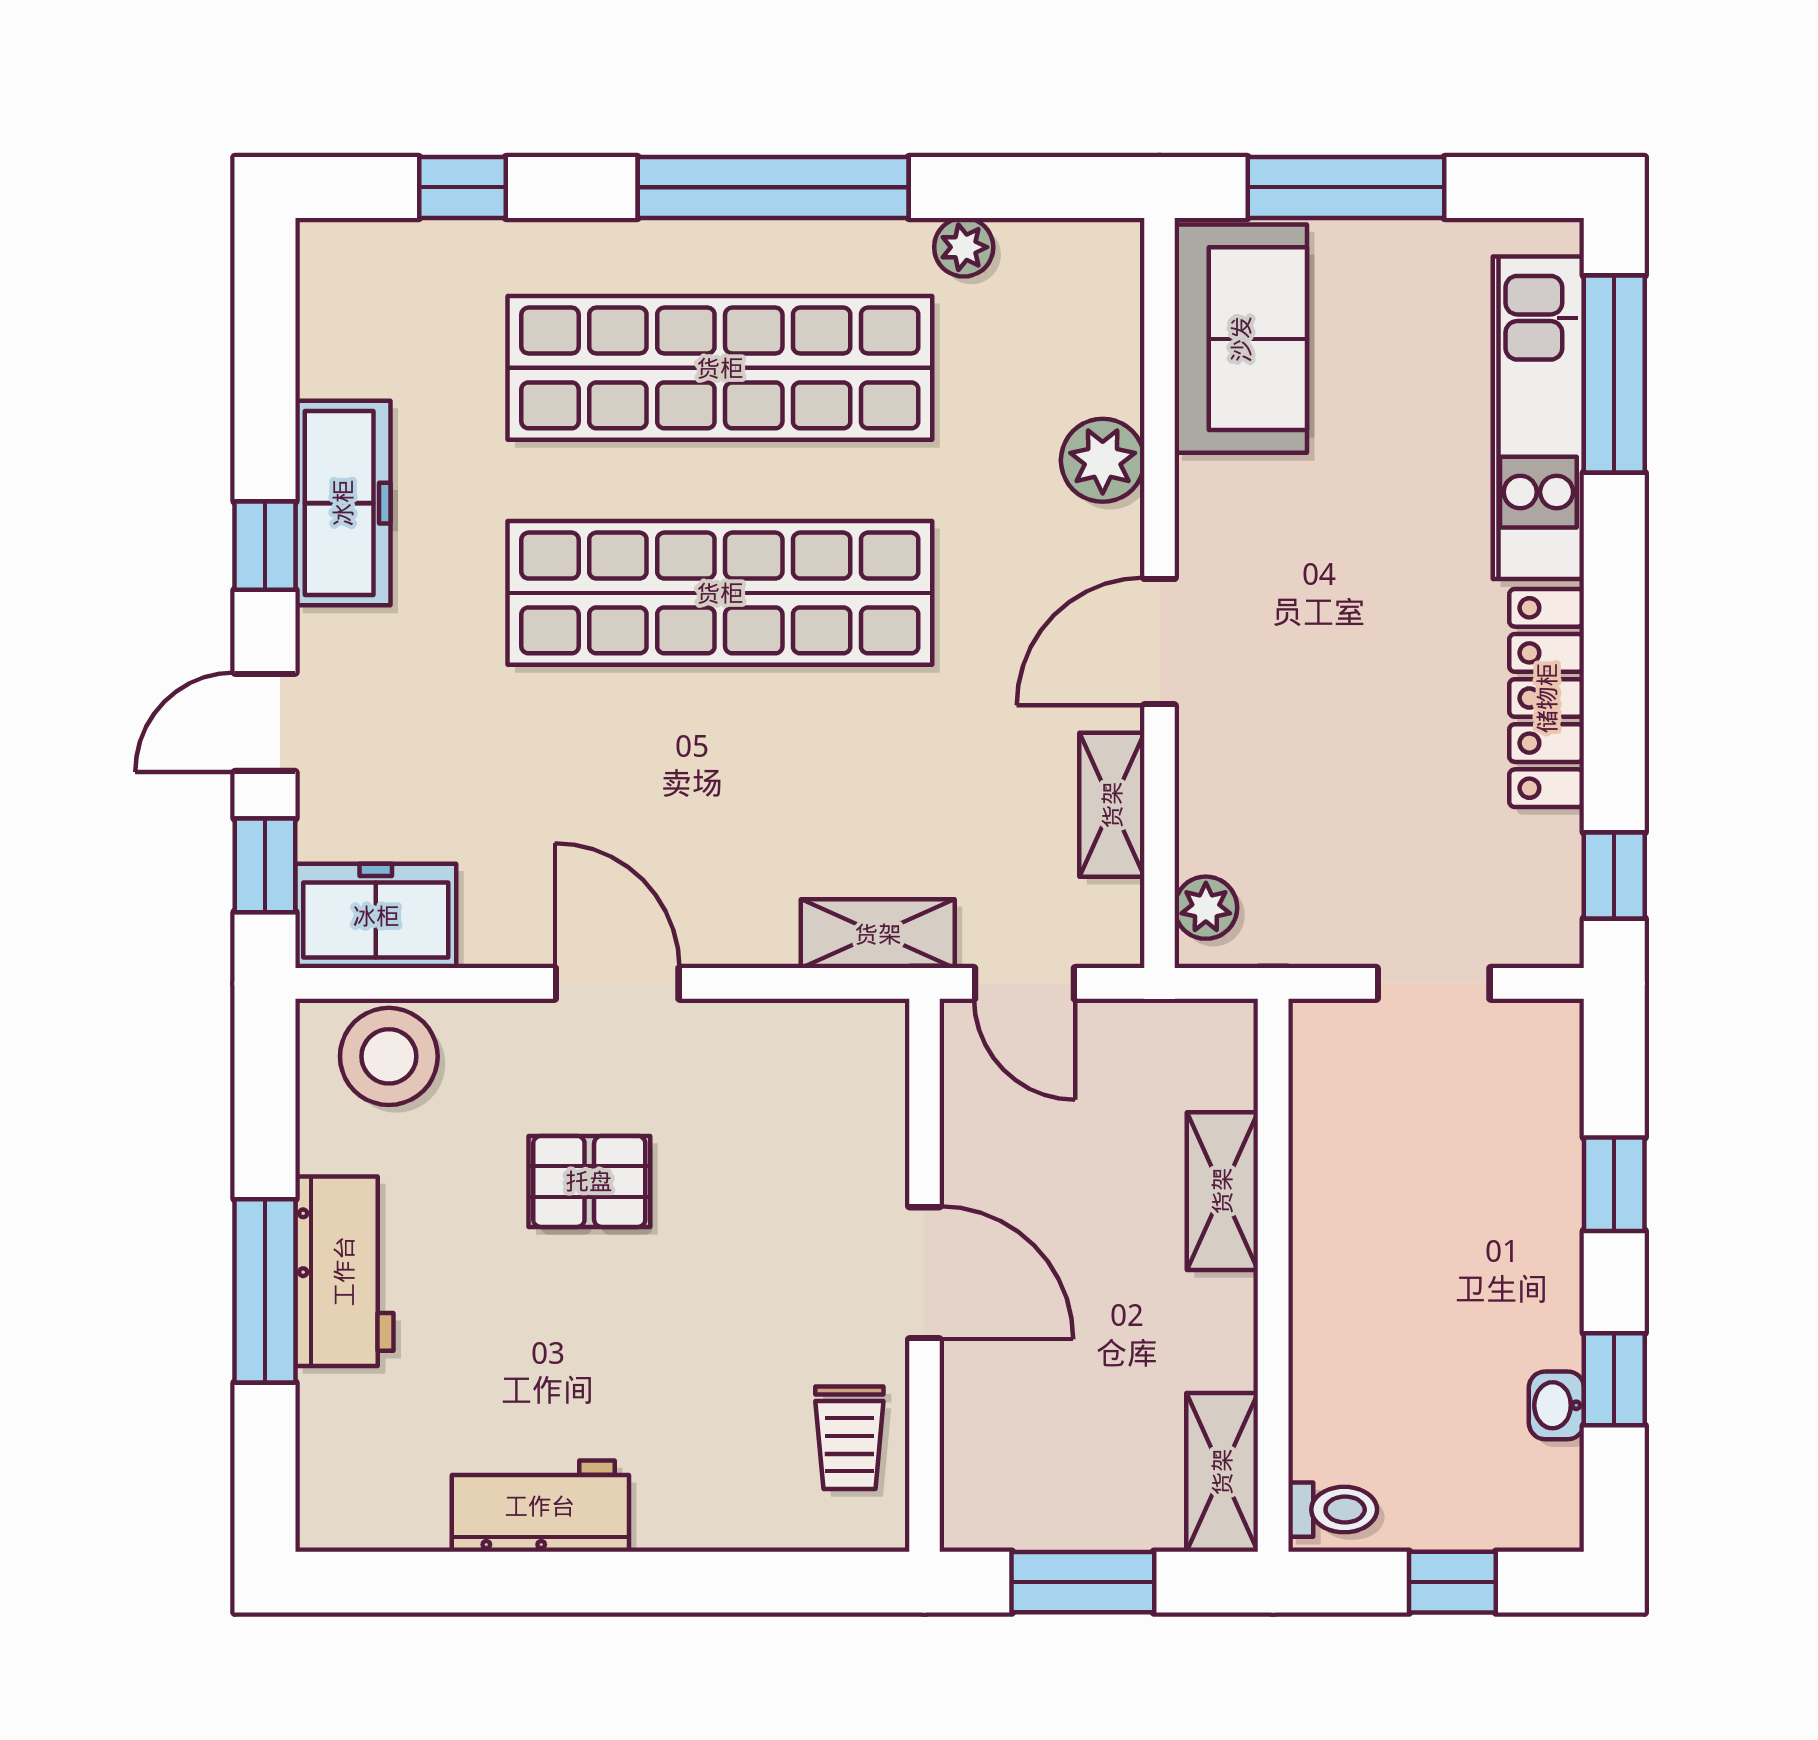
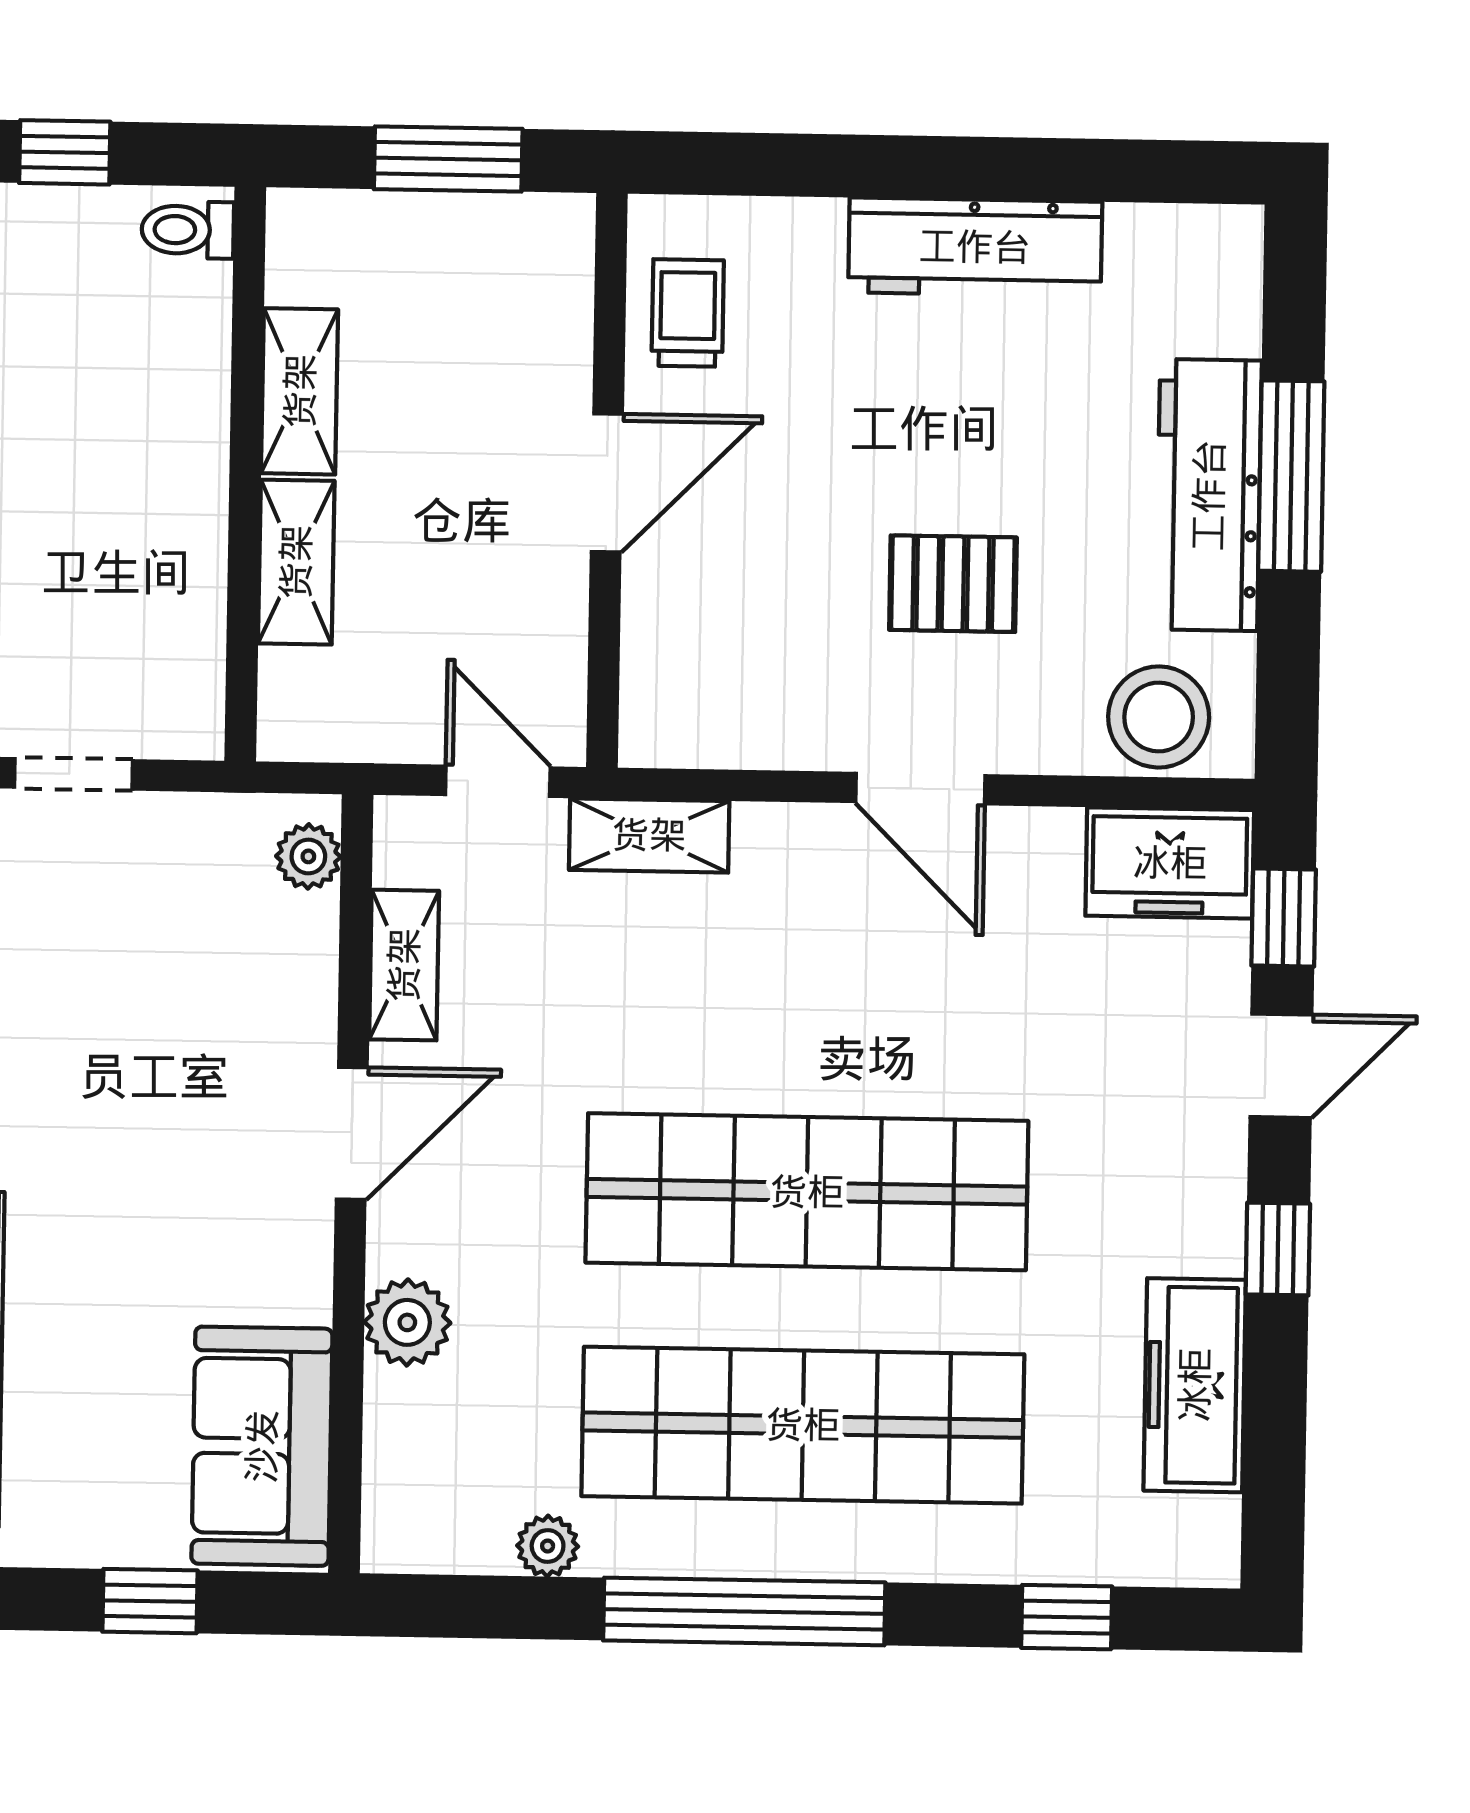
window: (1346, 187) -> (150, 1601), width x0.46
freezer: (343, 503) -> (1195, 1385), moved
workbench: (344, 1271) -> (1209, 495), width x1.38
door: (924, 1273) -> (607, 483), swing flipped
shelving: (1222, 1472) -> (300, 391), moved
workbench: (540, 1506) -> (975, 247), width x1.38

